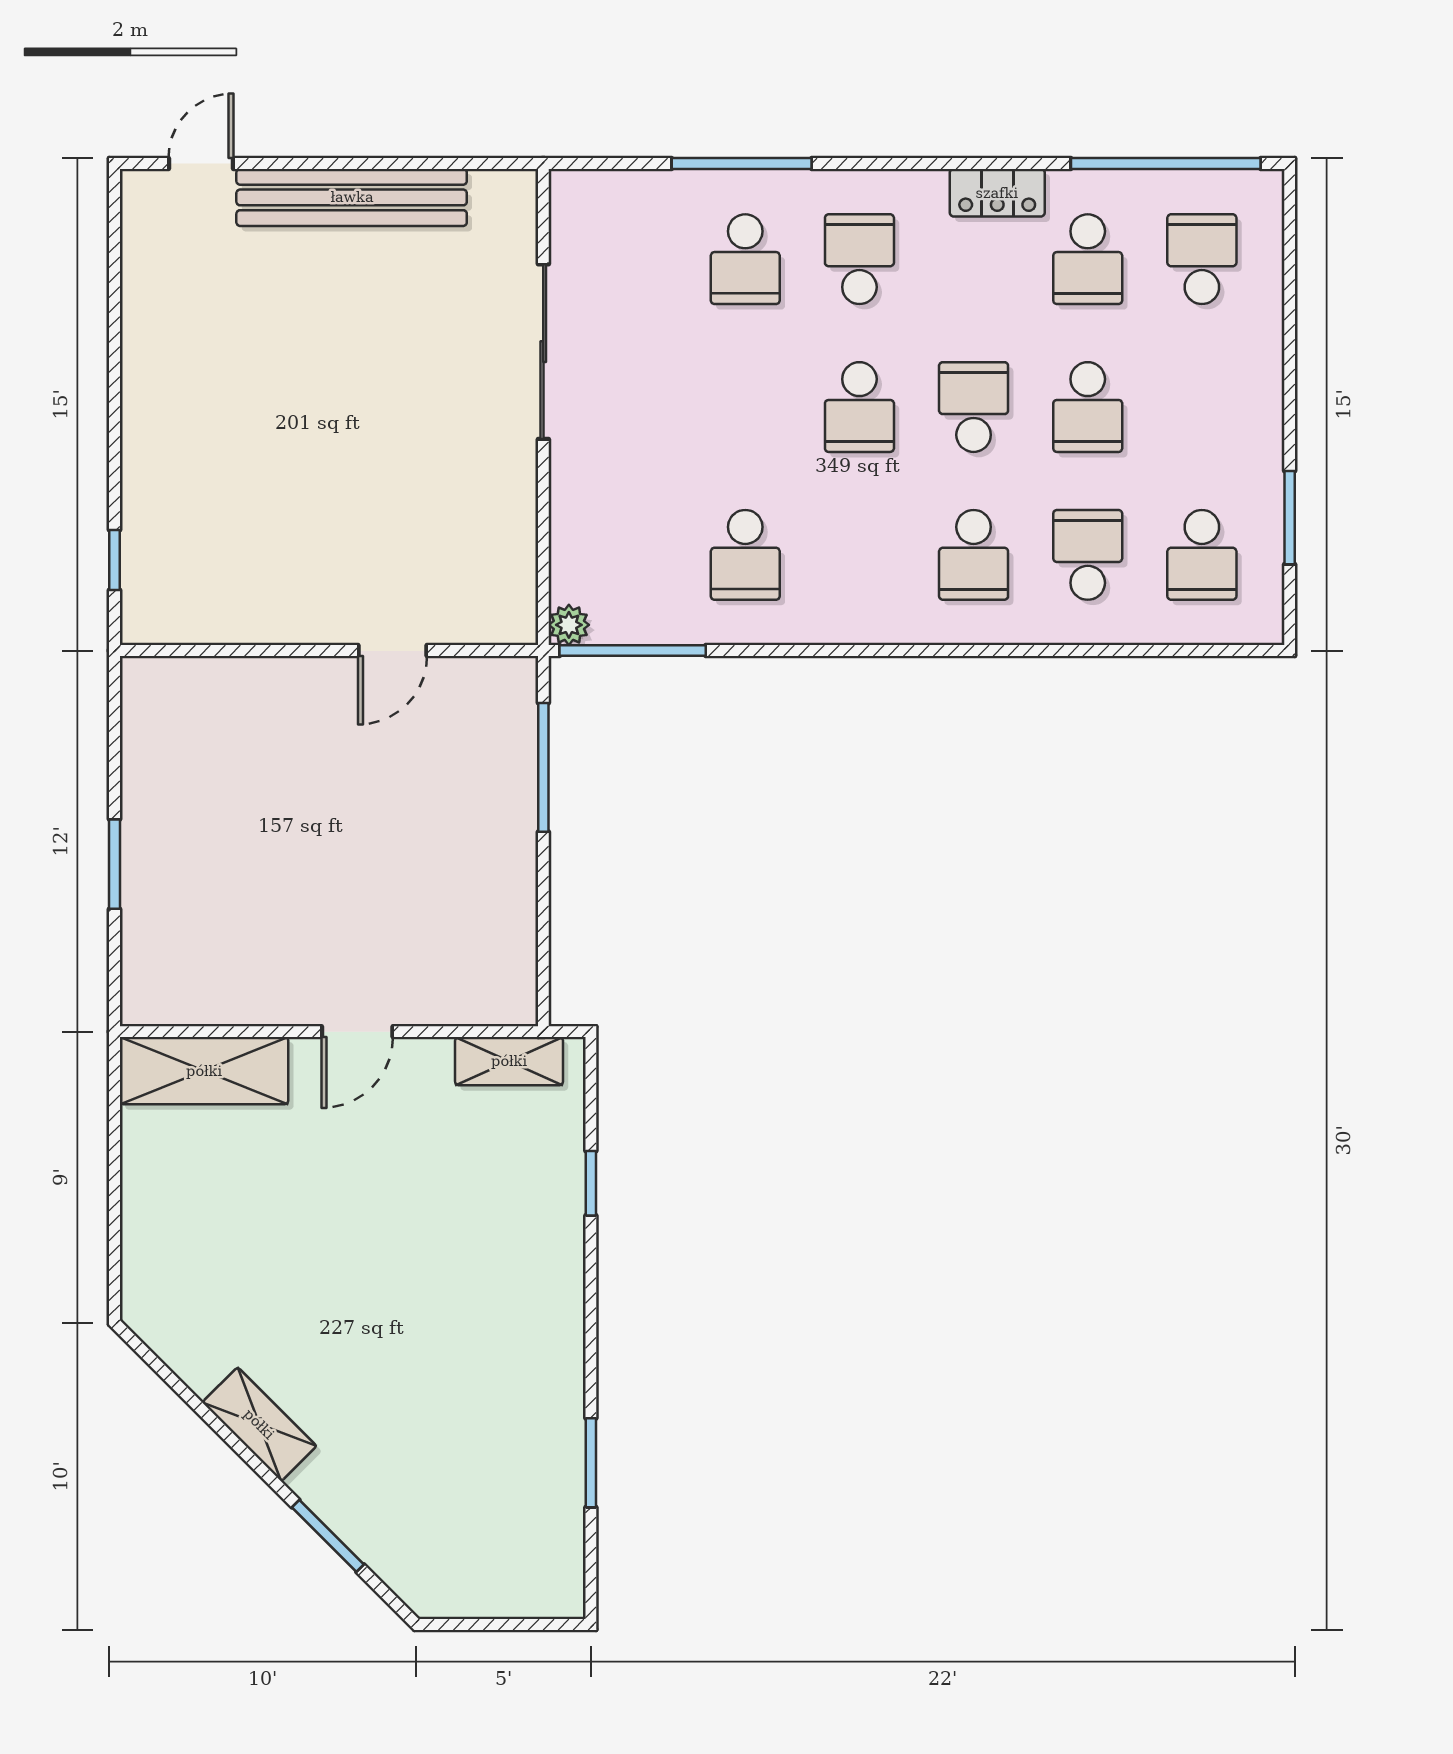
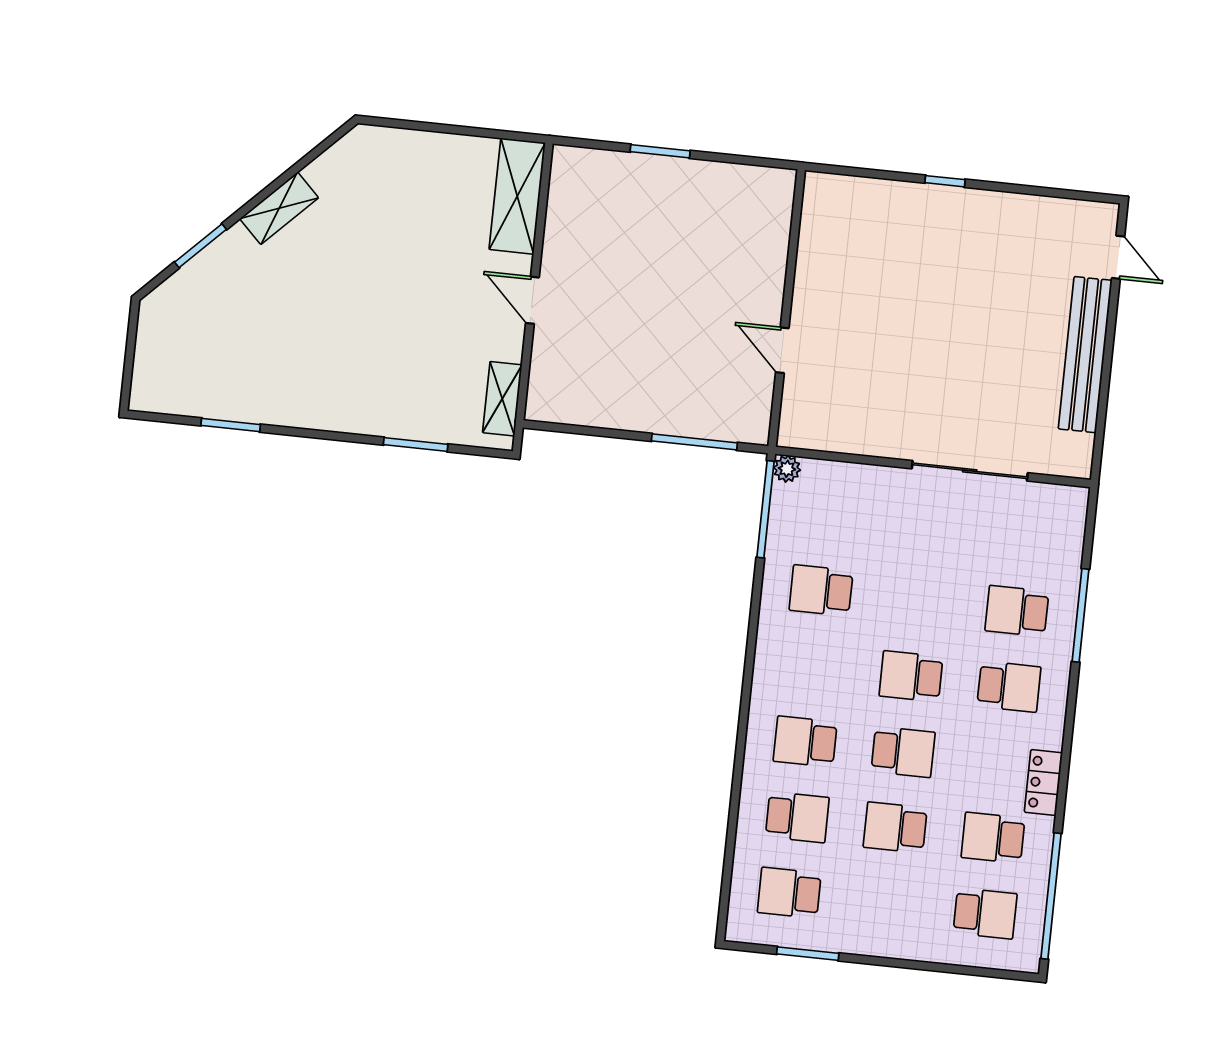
window: (115, 560) -> (945, 181), moved
window: (591, 1183) -> (416, 444), width x1.50

